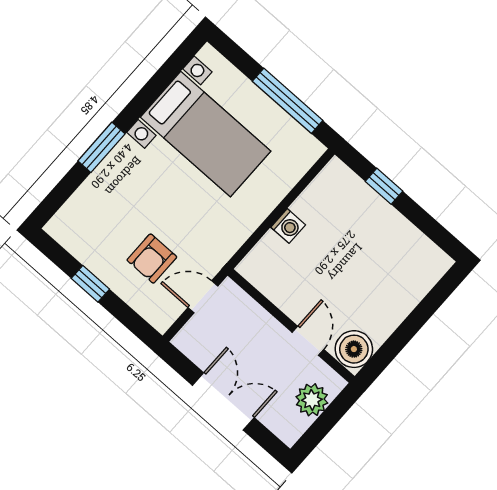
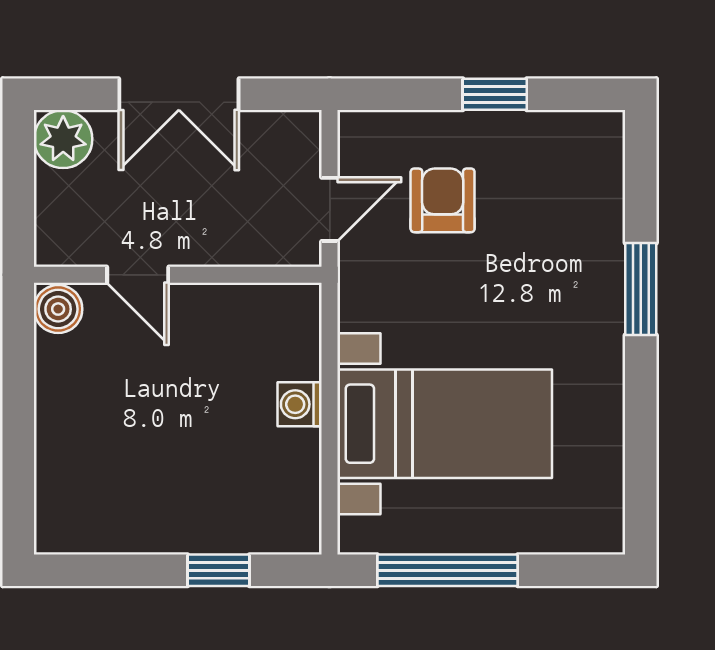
bed with nightstands: (206, 134) -> (445, 424), moved, turned 180
boiler: (354, 349) -> (58, 309), width x0.73, depth x0.73
plant: (312, 400) -> (63, 139), moved

